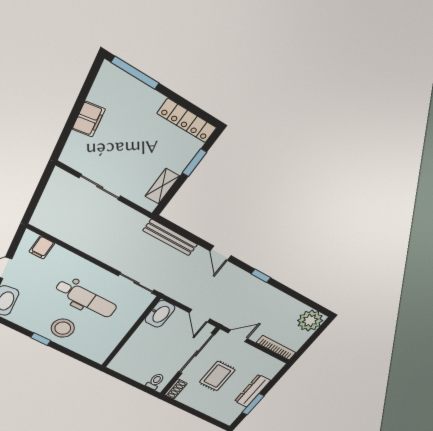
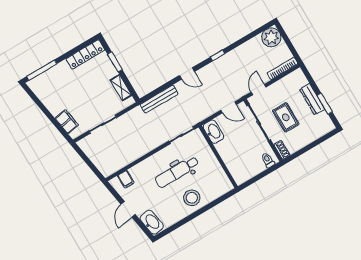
filing cabinet: (89, 119) -> (67, 122), moved
dental chair: (86, 299) -> (177, 172), turned 180
window: (41, 339) -> (193, 216), removed

